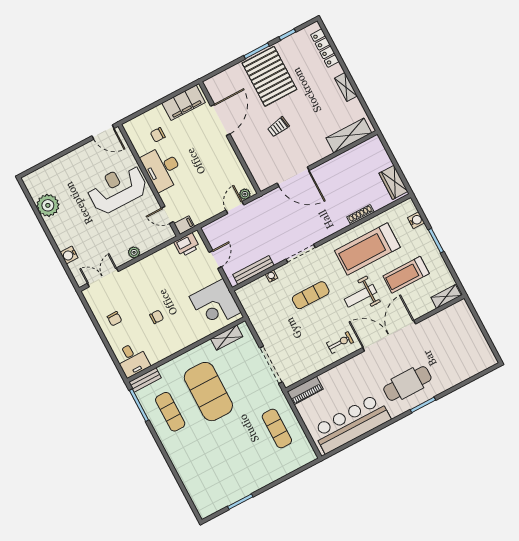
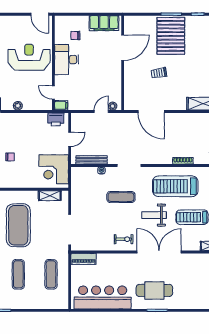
exercise mat: (239, 449) -> (18, 274), added

